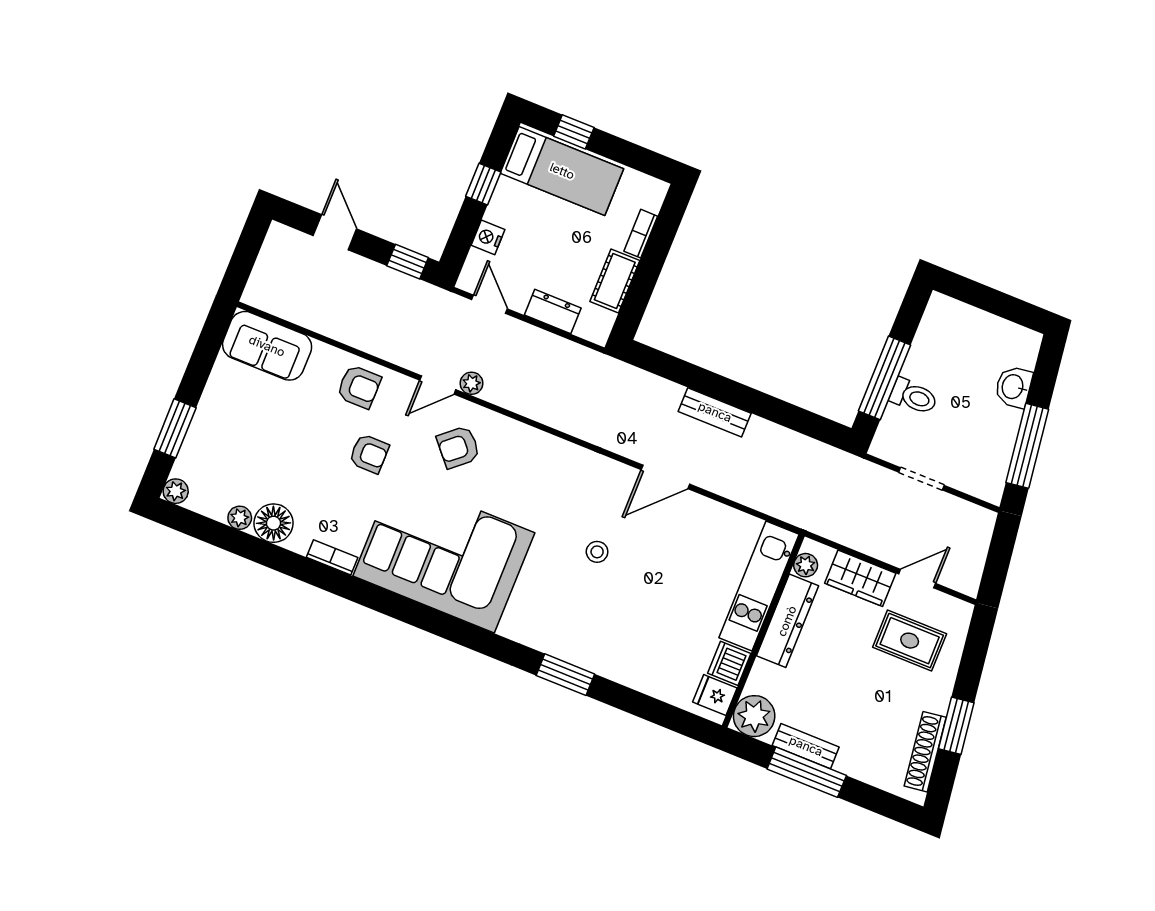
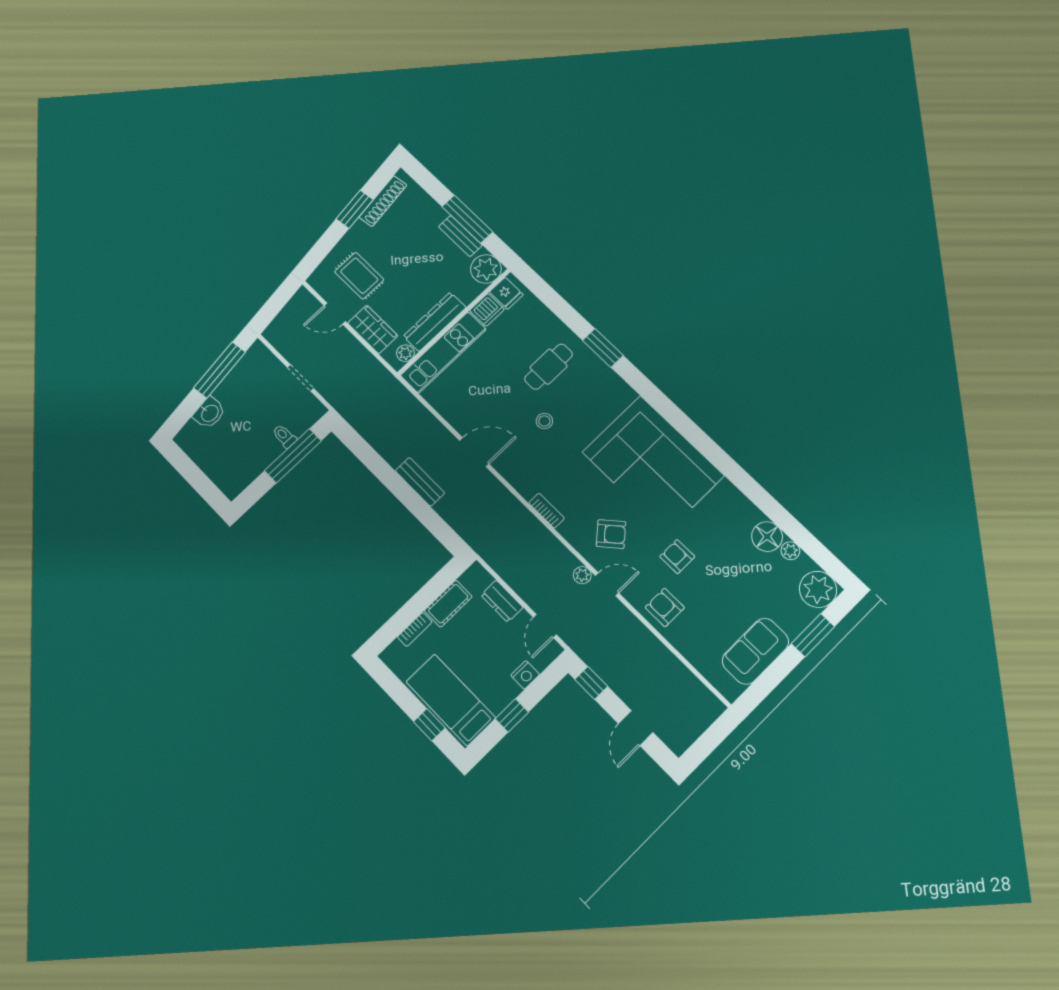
sofa: (267, 346) -> (755, 651), moved, turned -90
toilet: (914, 397) -> (284, 436), width x0.73, depth x0.72
plant: (176, 491) -> (818, 589), width x1.88, depth x1.88
bookcase: (332, 557) -> (547, 511), moved, turned 180
cafe table: (622, 623) -> (549, 367), added

